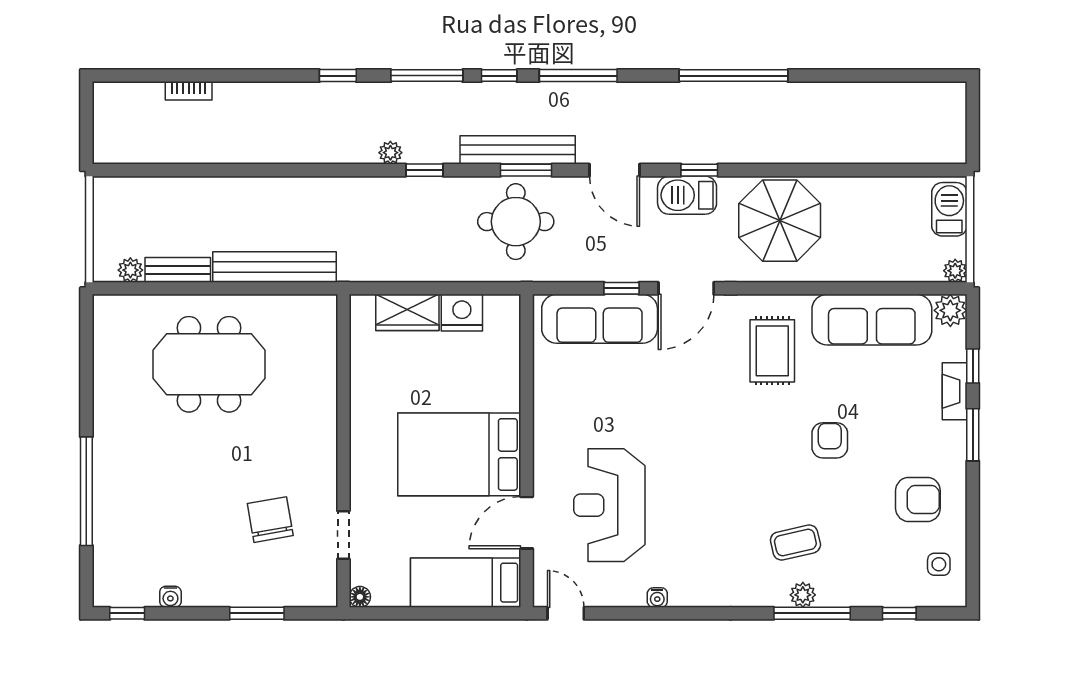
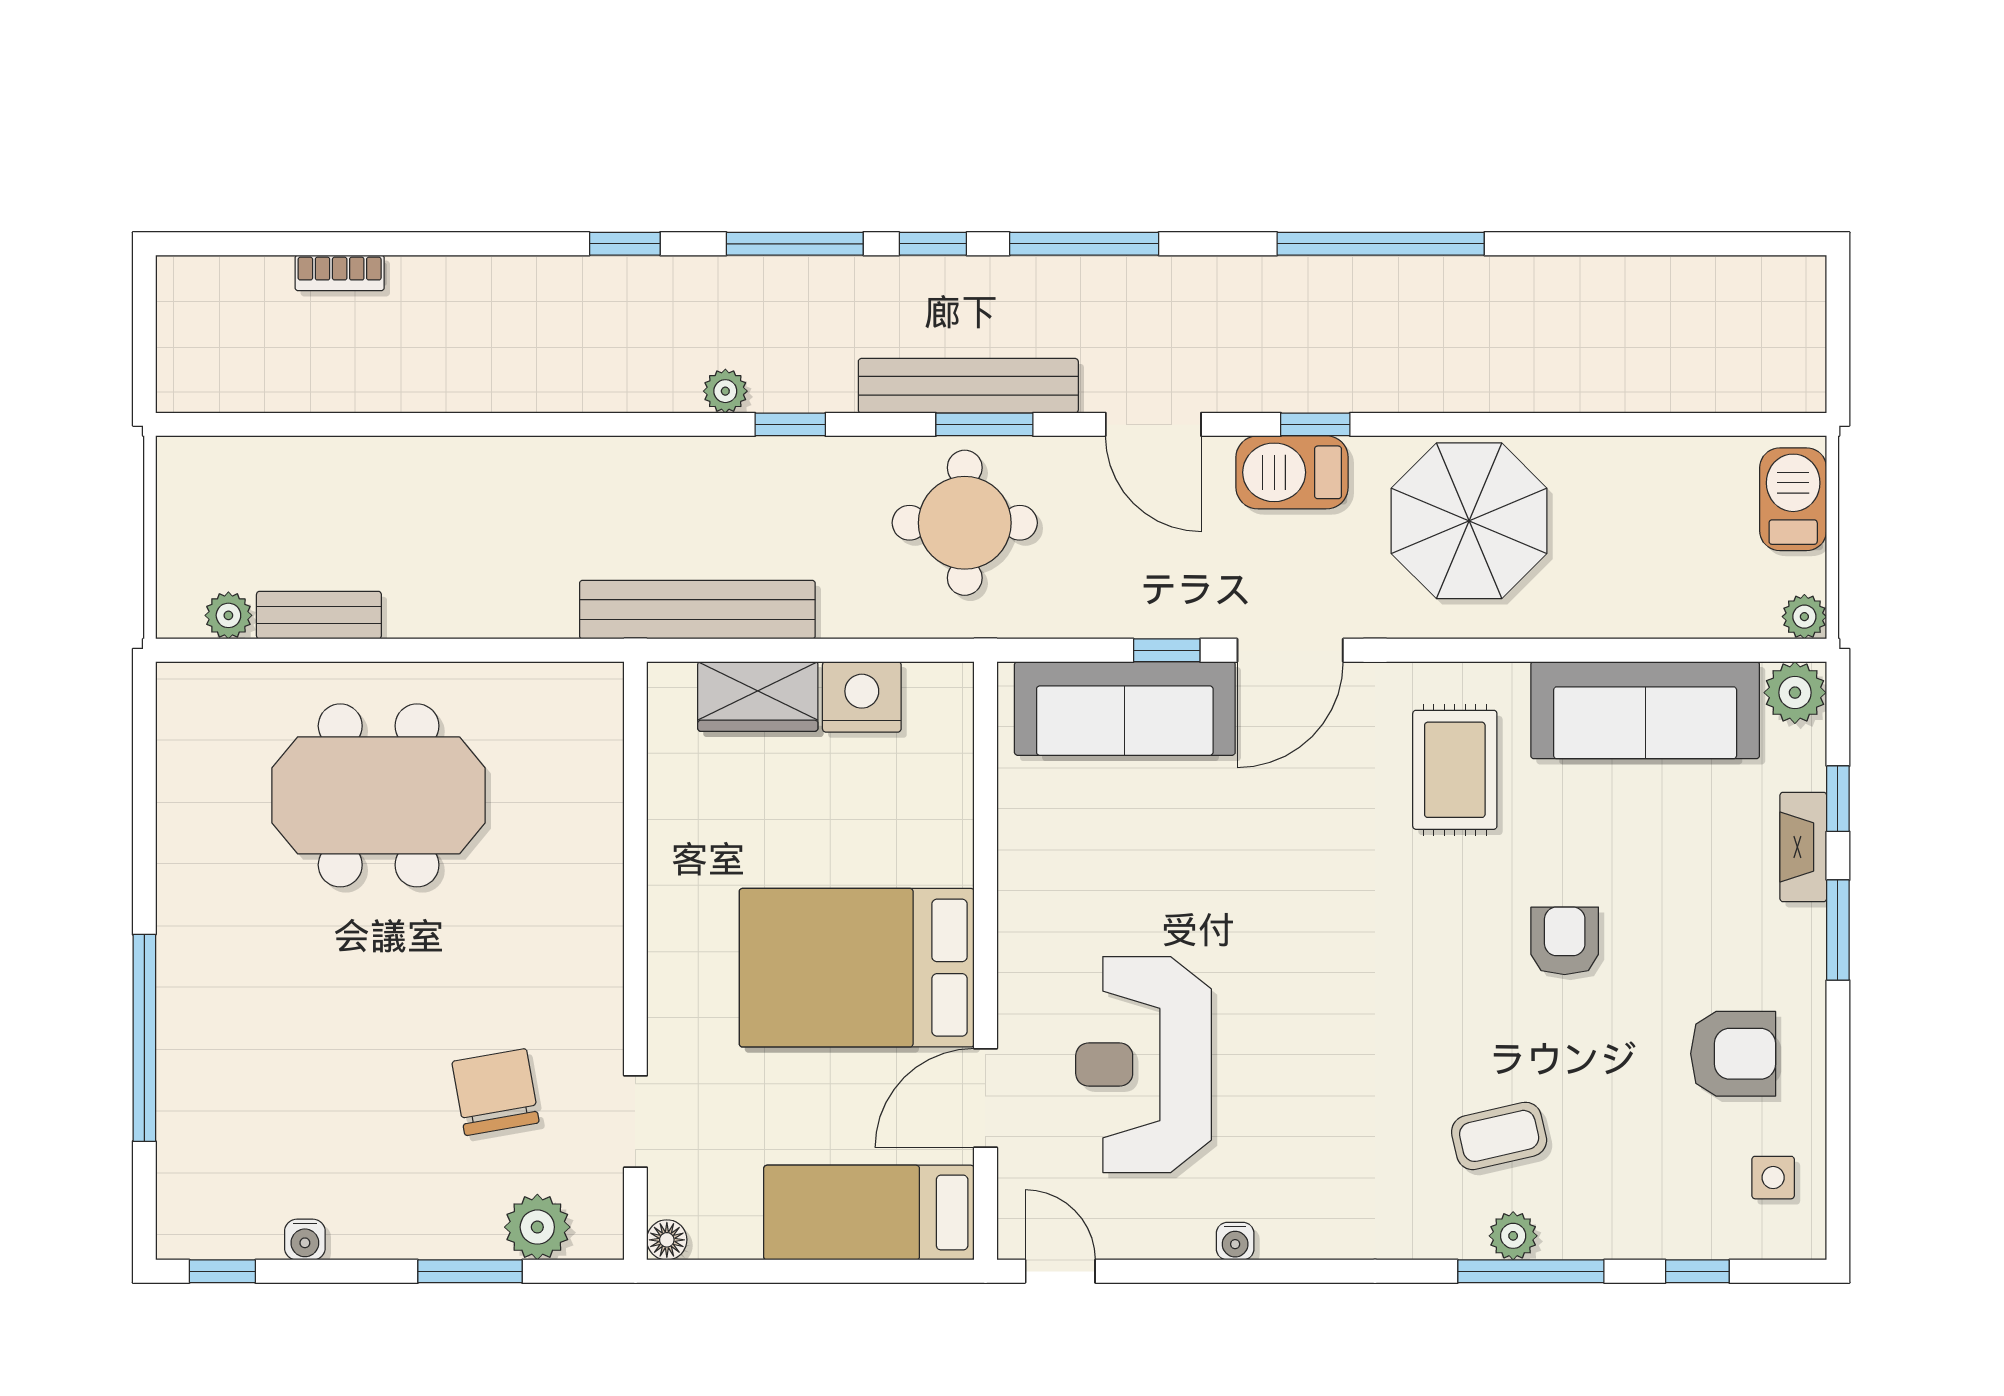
bench: (274, 267) -> (697, 610), moved
plant: (292, 590) -> (537, 1227), added

